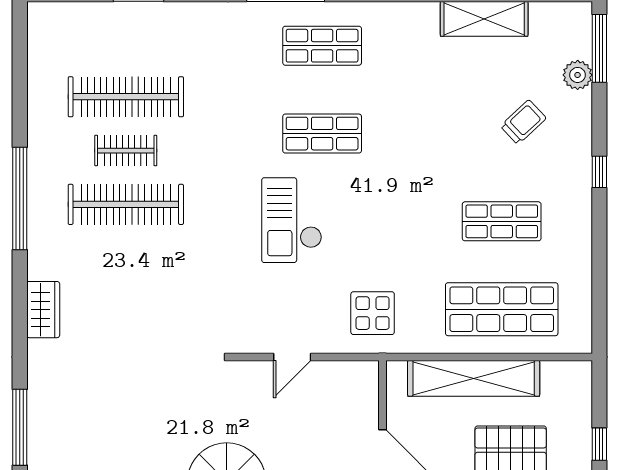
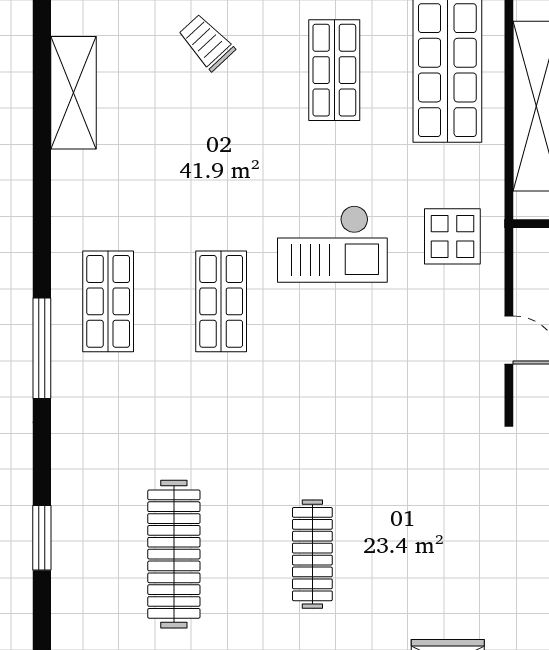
clothes rail: (126, 151) -> (243, 554), removed
clothes rail: (126, 204) -> (312, 554), width x0.73, depth x0.76
checkout: (292, 220) -> (332, 244), moved

